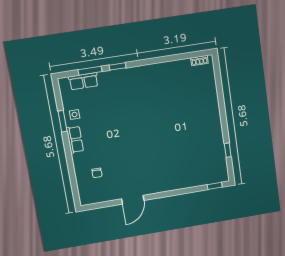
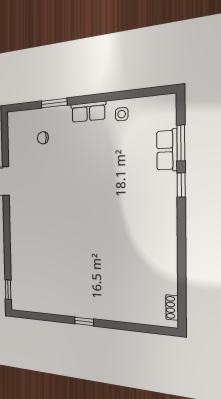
row of seats: (84, 81) -> (167, 150), moved
window: (62, 121) -> (54, 103), moved
window: (228, 150) -> (84, 321), moved

